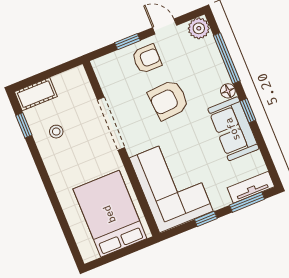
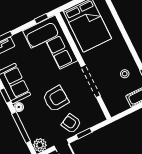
armchair: (147, 59) -> (71, 124), turned 62
window: (206, 219) -> (41, 19), moved

